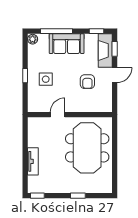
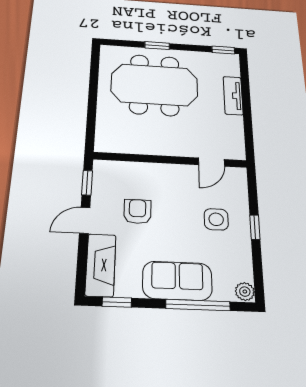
window: (115, 49) -> (87, 183), moved
door: (58, 115) -> (211, 162), moved
meeting table: (87, 148) -> (154, 85), moved, turned 90

